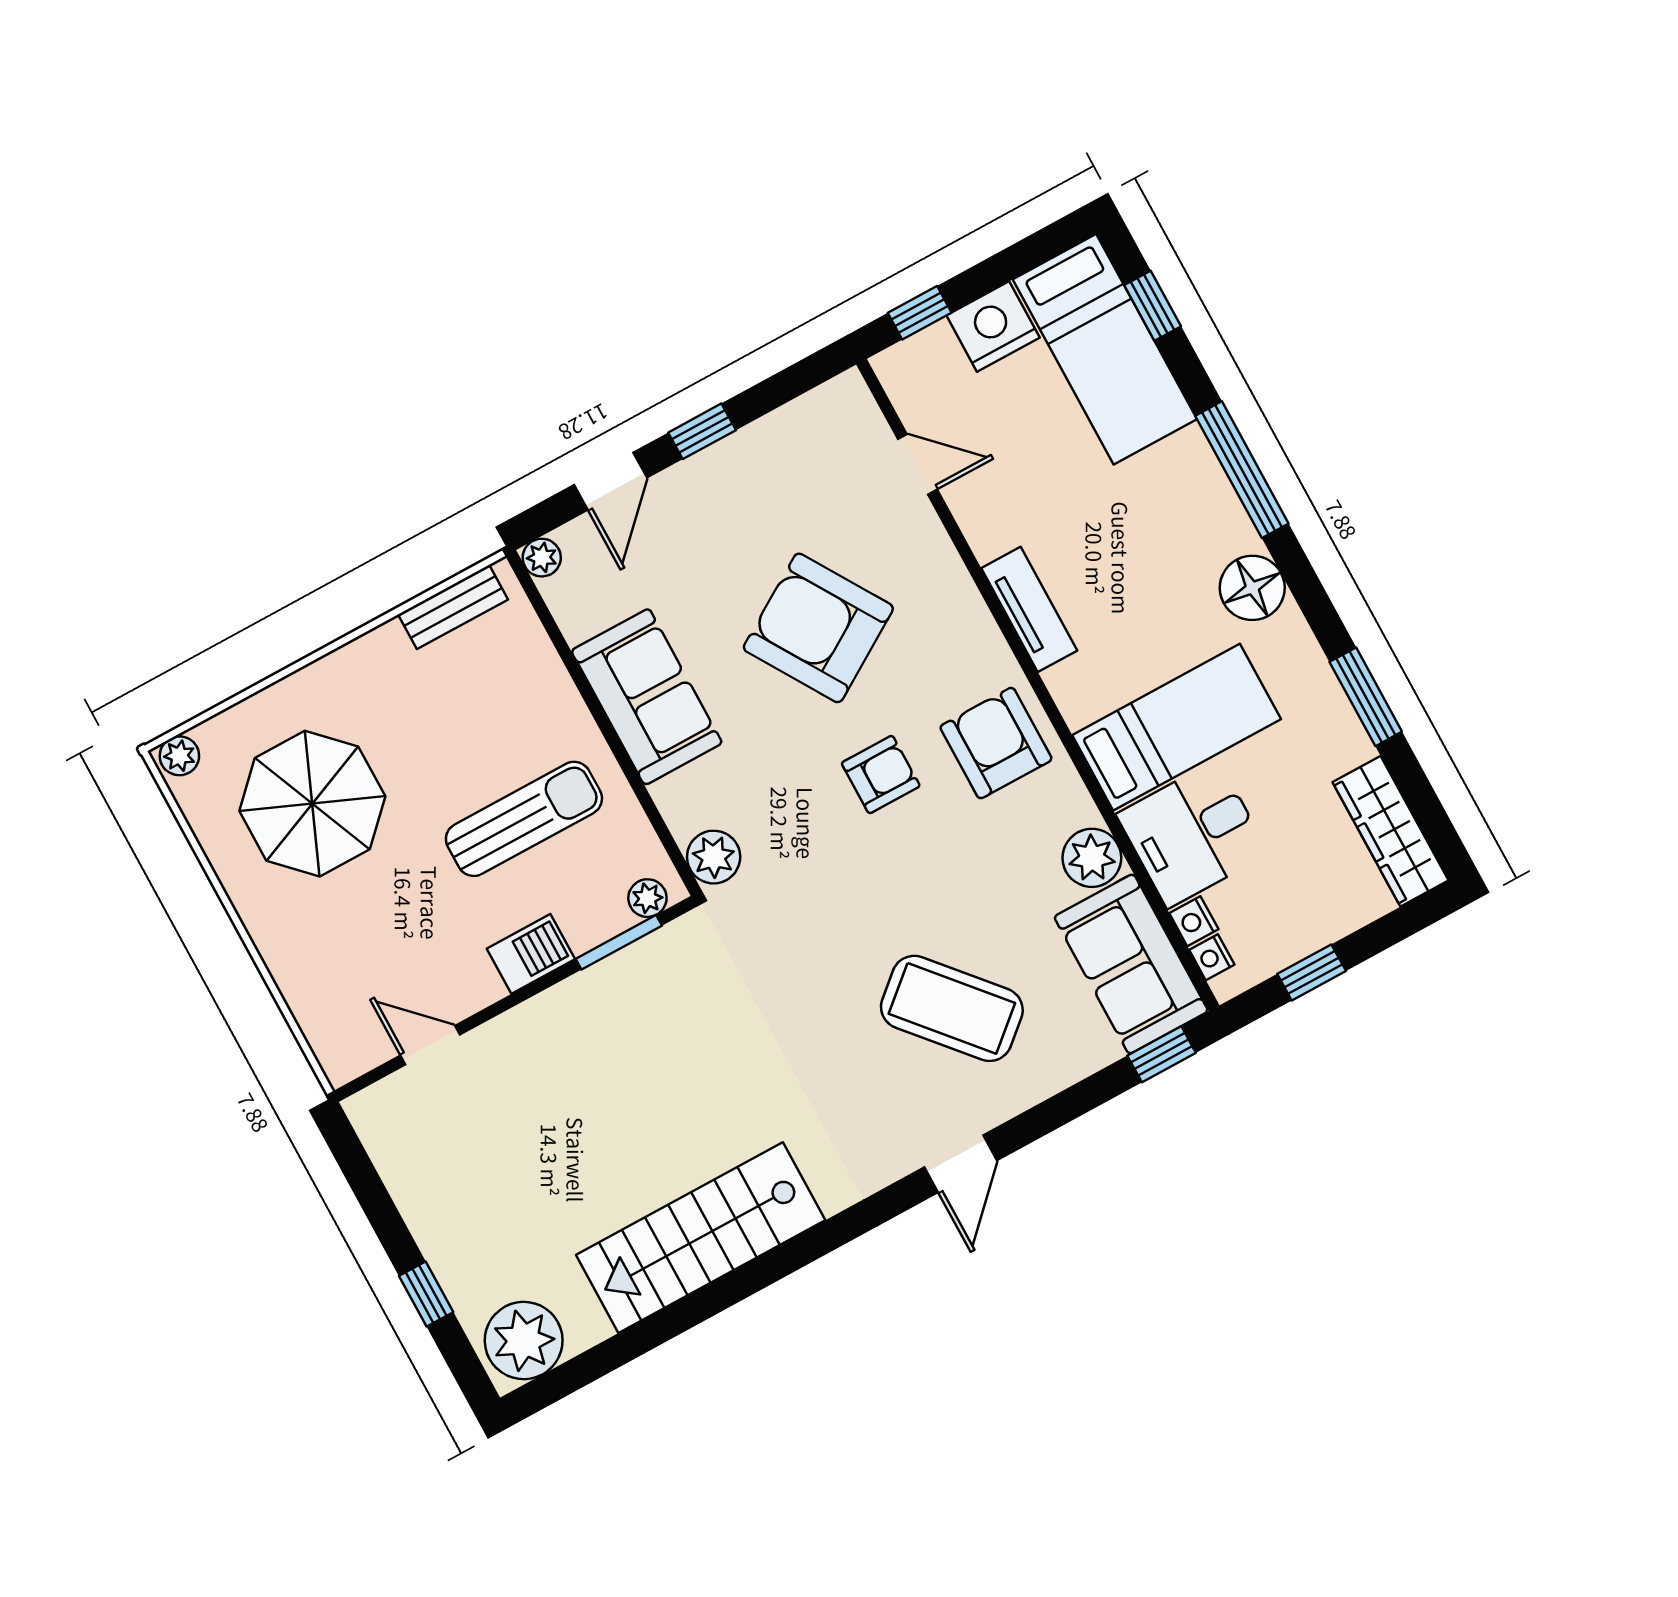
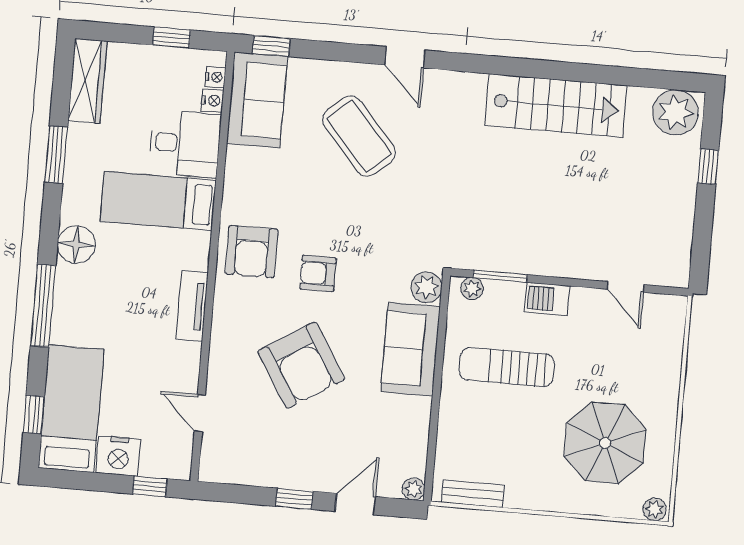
sofa: (647, 697) -> (410, 349), moved
plant: (1092, 858) -> (242, 164), removed
door: (961, 1164) -> (405, 57), swing flipped

